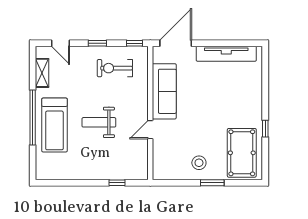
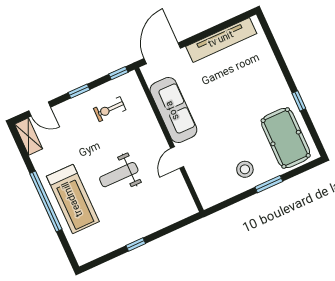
exercise bike: (115, 68) -> (110, 109), width x0.73, depth x0.72
shelving: (42, 73) -> (29, 136), moved
window: (117, 183) -> (136, 245), moved

